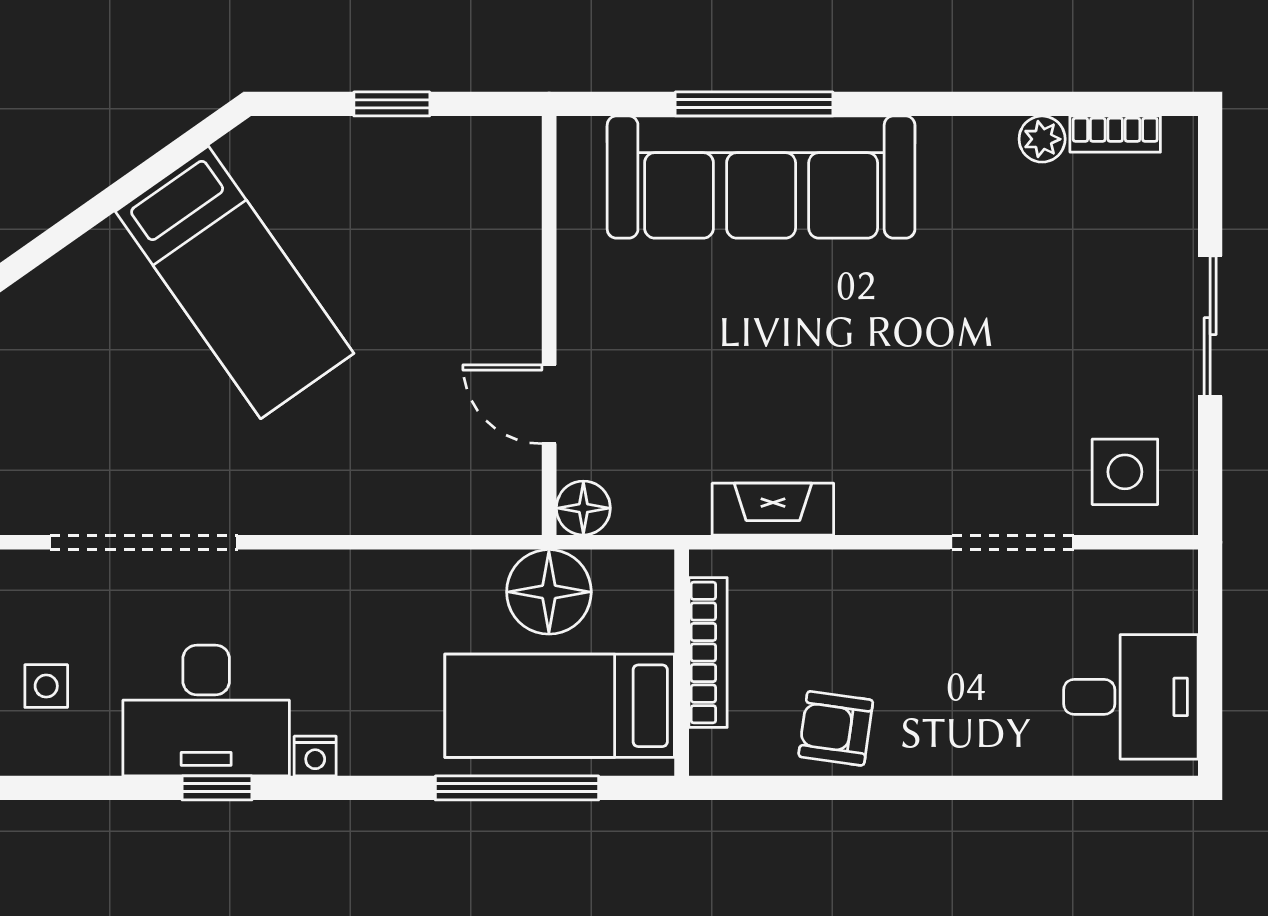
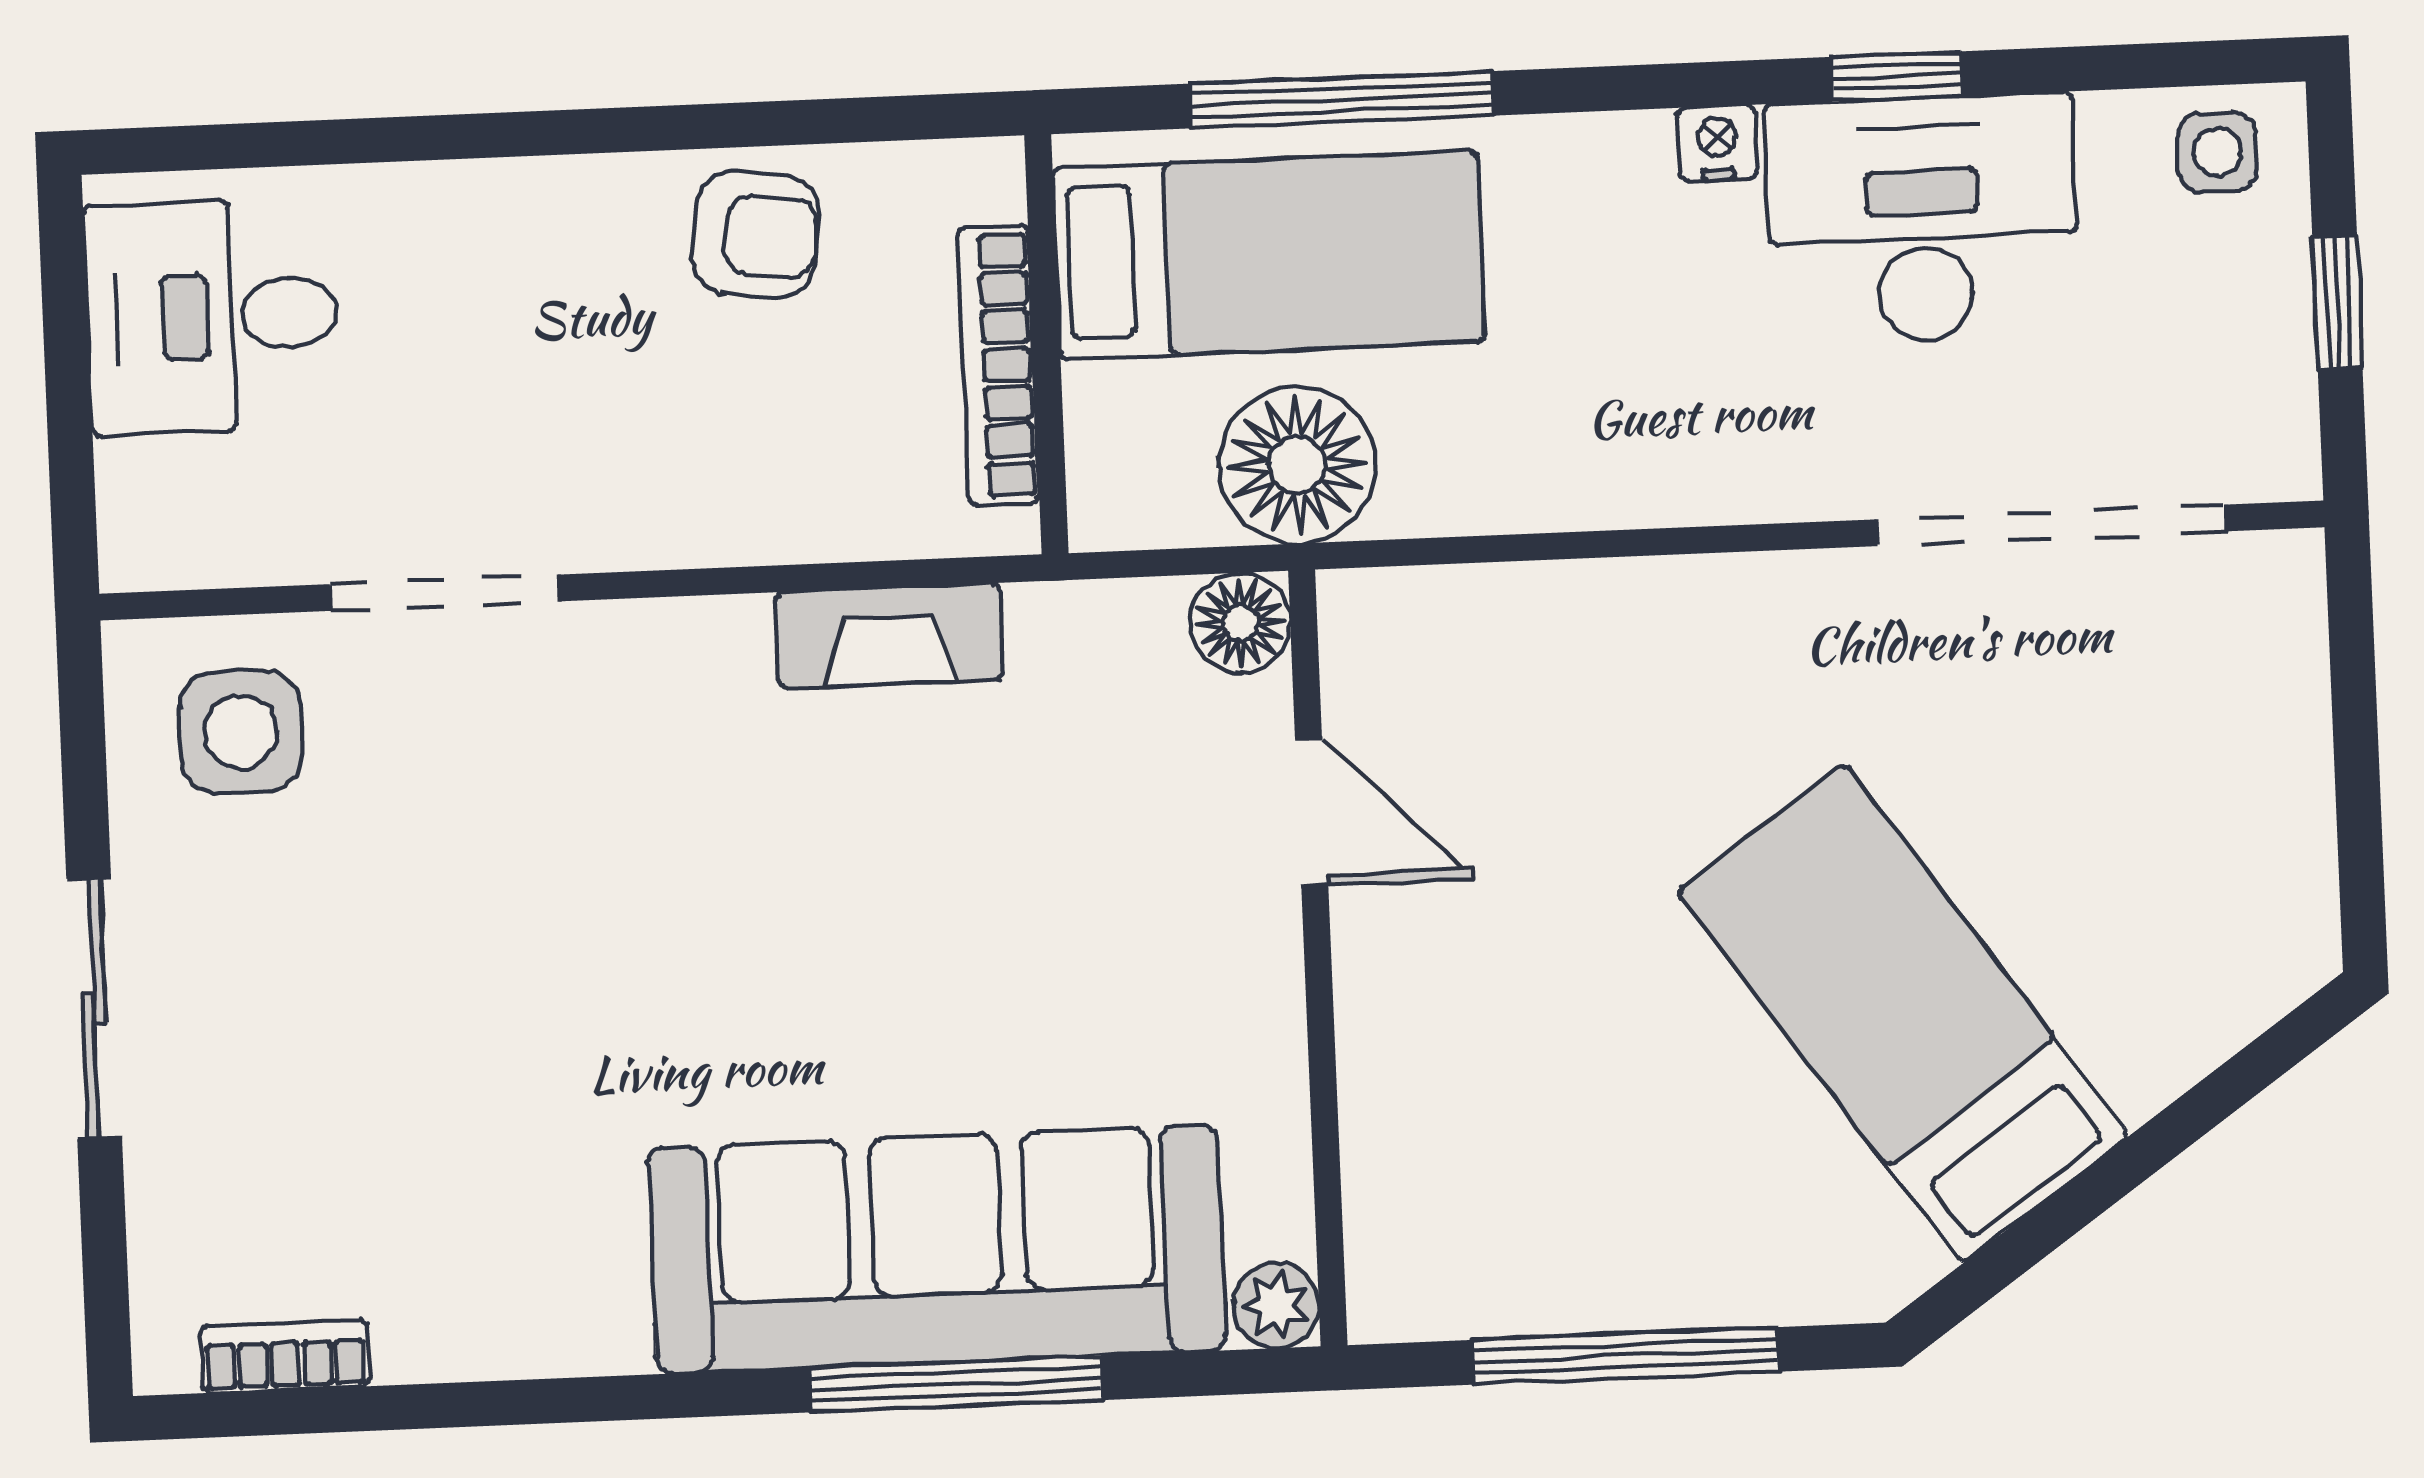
window: (392, 104) -> (1626, 1356), width x2.17
plant: (1042, 139) -> (1276, 1305), moved
side table: (46, 686) -> (2217, 152), moved

